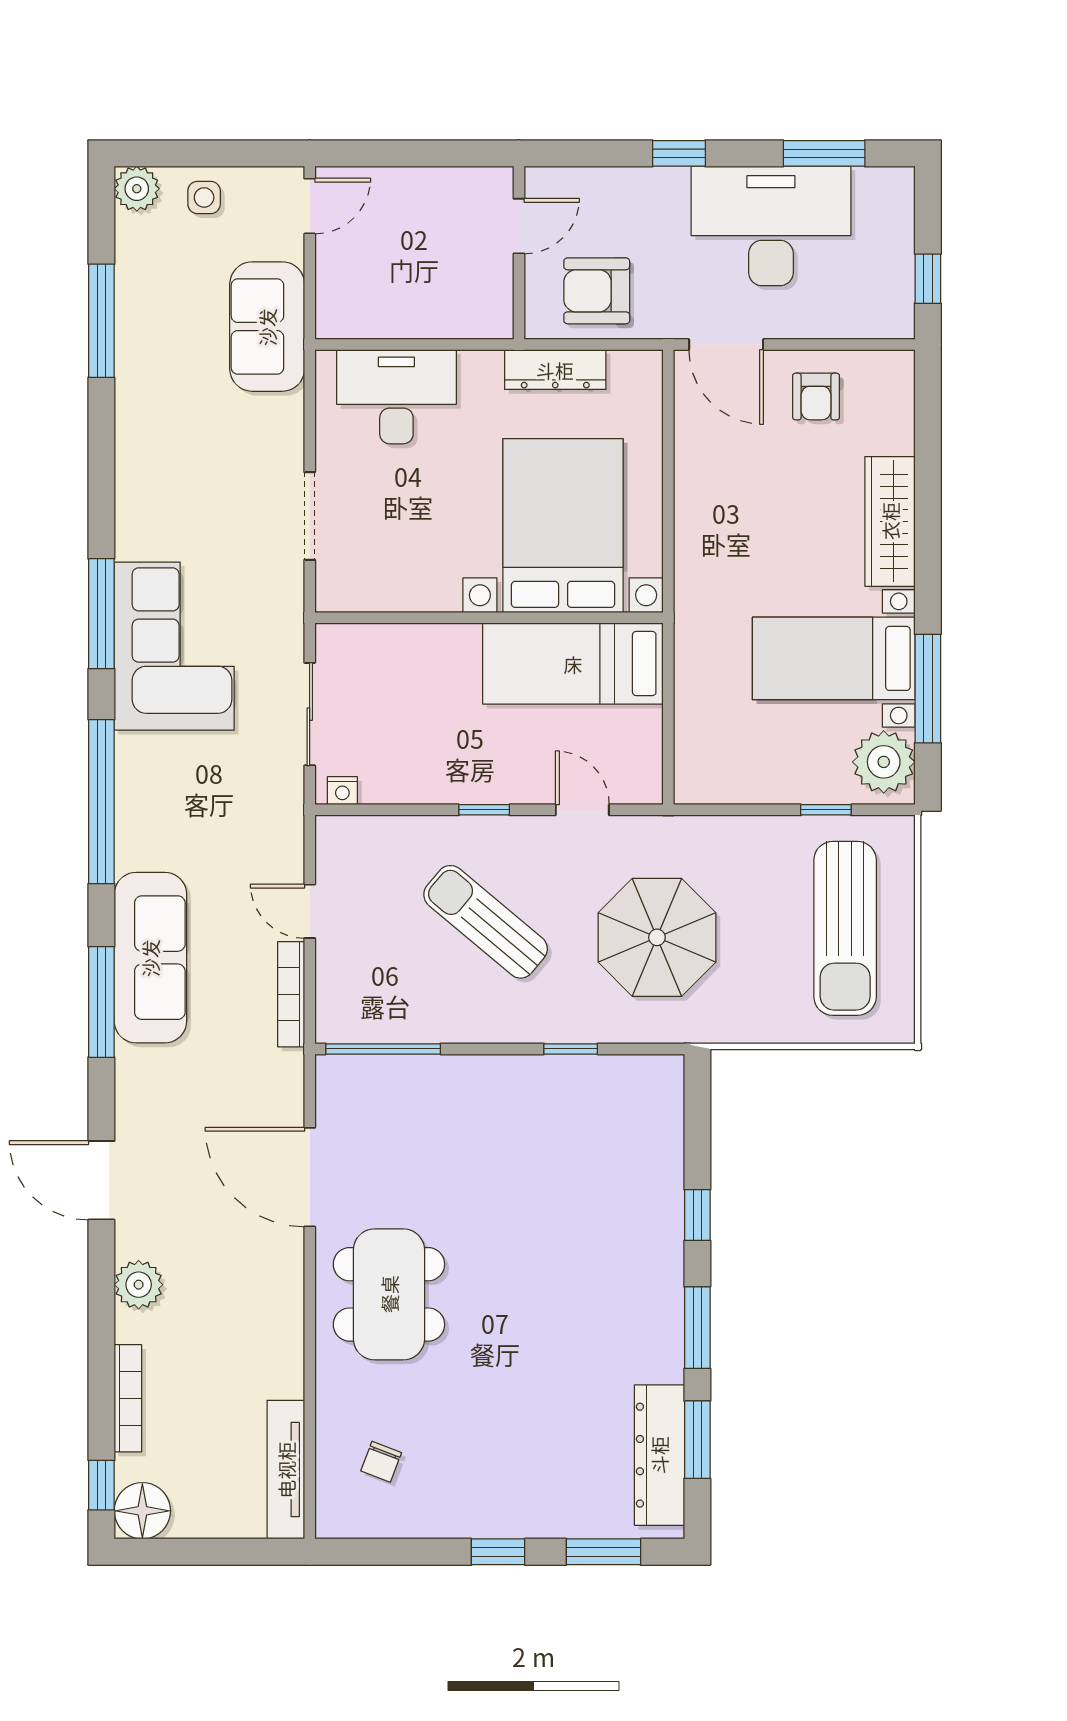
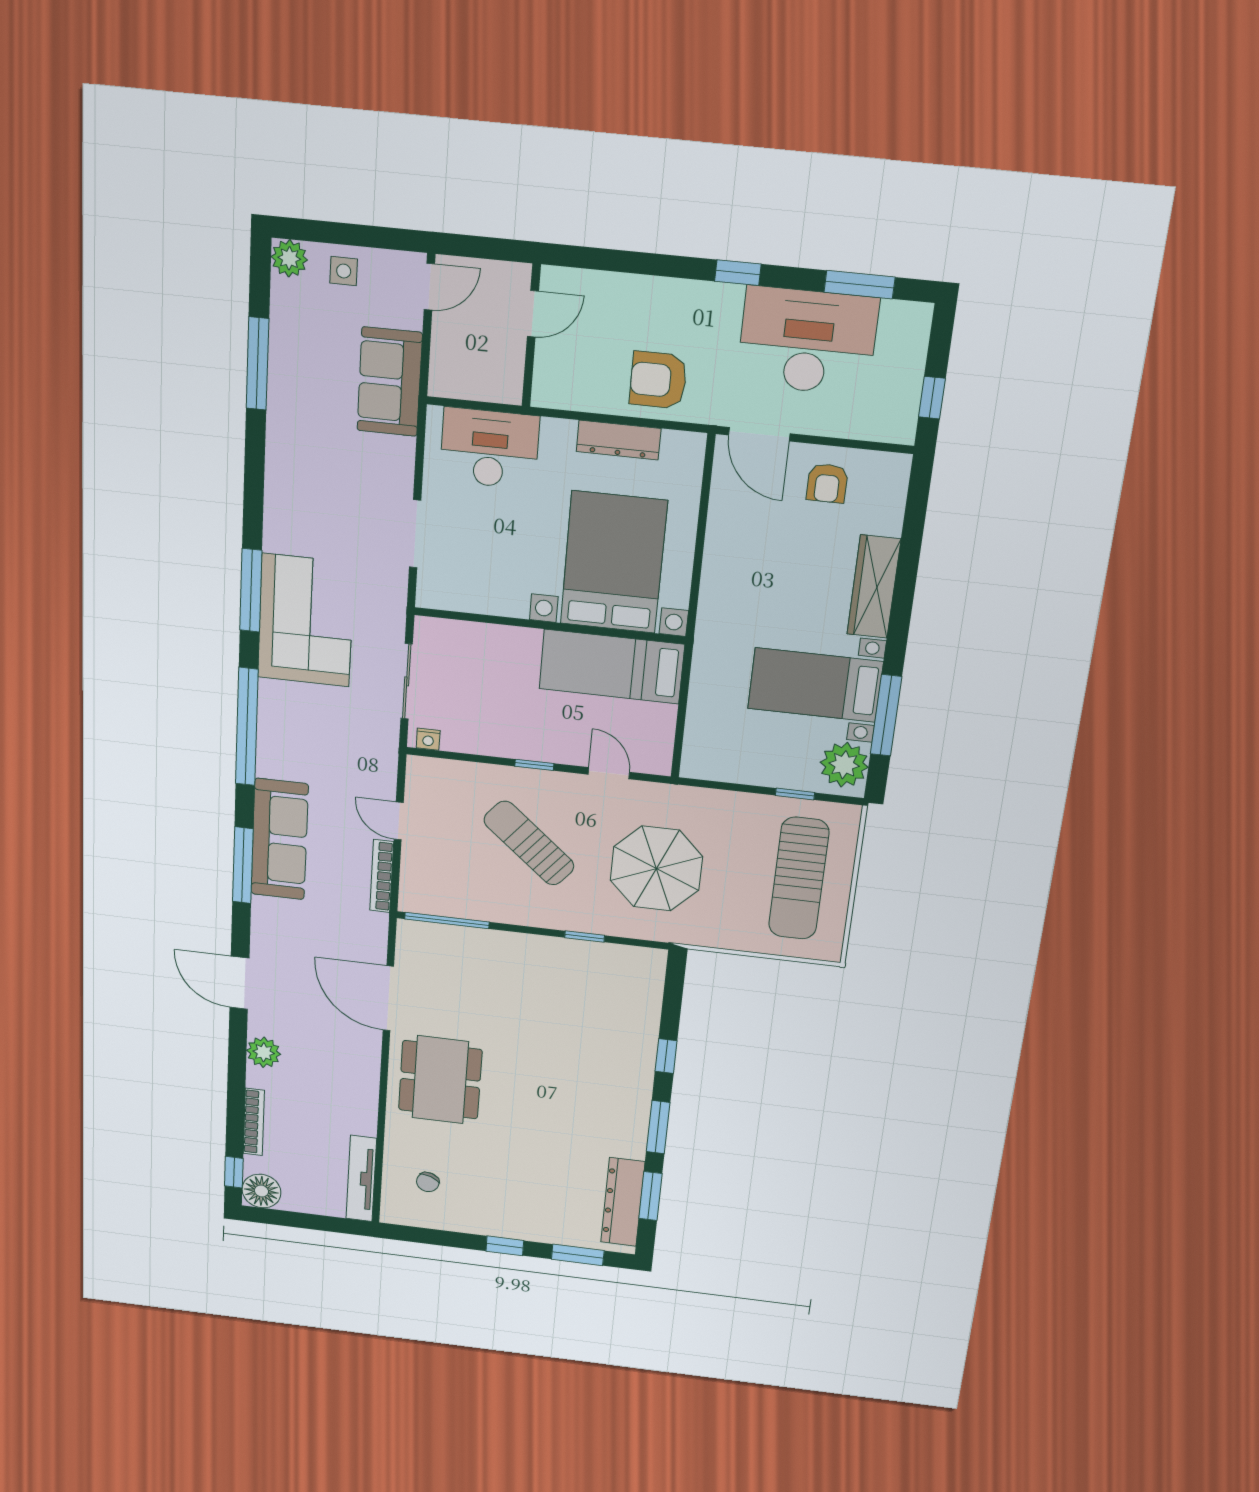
door: (519, 226) -> (533, 314), moved
wall: (519, 253) -> (531, 336), moved

